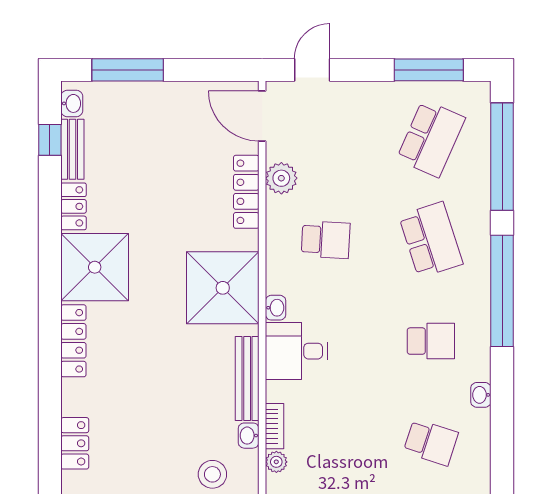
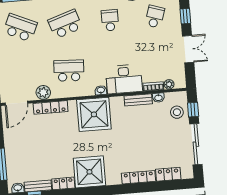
school desk: (326, 240) -> (69, 71), width x1.85
locker: (73, 341) -> (138, 177), moved
desk: (296, 351) -> (124, 79), width x1.37
bench: (247, 378) -> (138, 100), width x0.73

